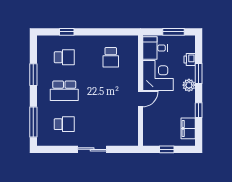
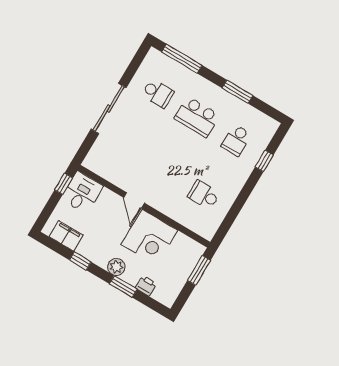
window: (174, 32) -> (199, 270), moved
desk: (155, 48) -> (82, 192), moved
school desk: (64, 91) -> (197, 117), turned -90
school desk: (64, 124) -> (158, 93), turned -90
sliding door: (92, 149) -> (109, 108), width x1.37
window: (167, 149) -> (64, 184), moved

